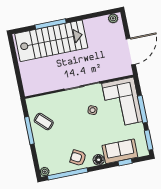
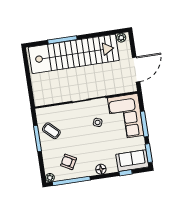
stairs: (51, 41) -> (74, 54), width x1.36
sofa: (120, 151) -> (132, 161), moved
armchair: (78, 158) -> (69, 162), moved

